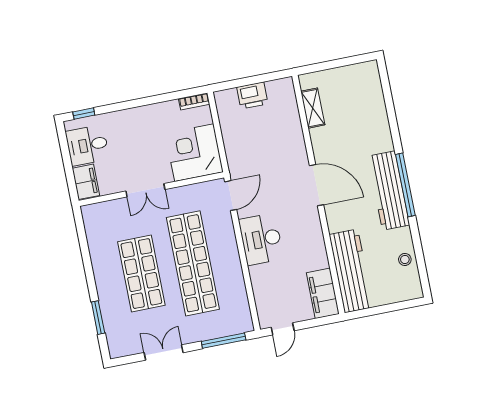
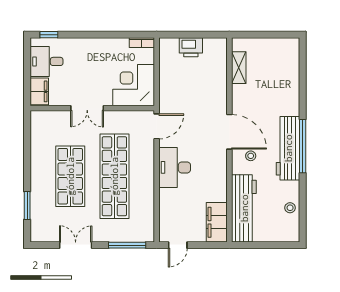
stool: (347, 208) -> (251, 156), added

